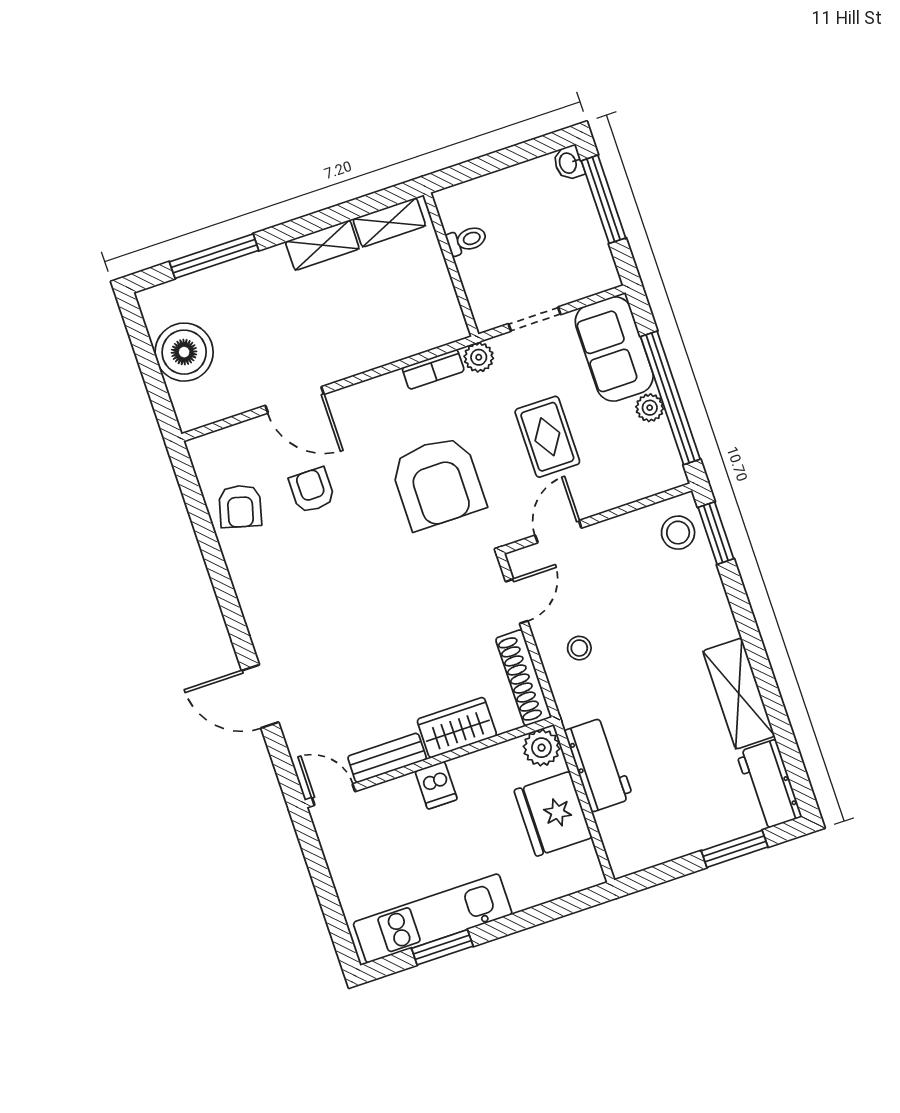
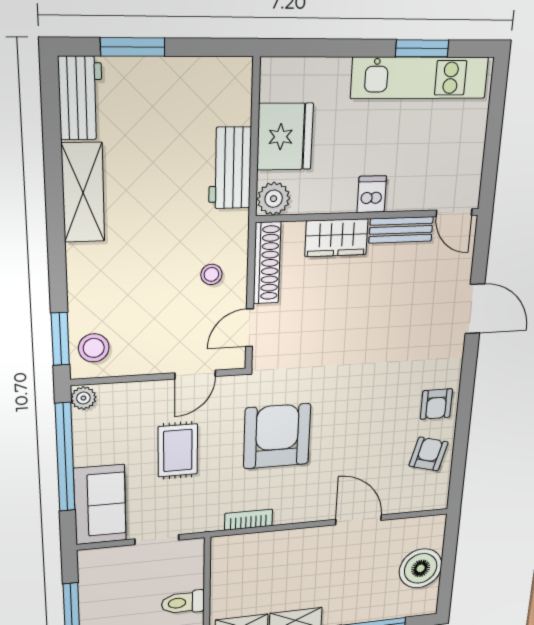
toilet: (467, 240) -> (183, 603), width x1.37, depth x1.39
plant: (479, 357) -> (210, 521), removed
plant: (650, 408) -> (83, 398), moved
armchair: (312, 490) -> (436, 404), moved

